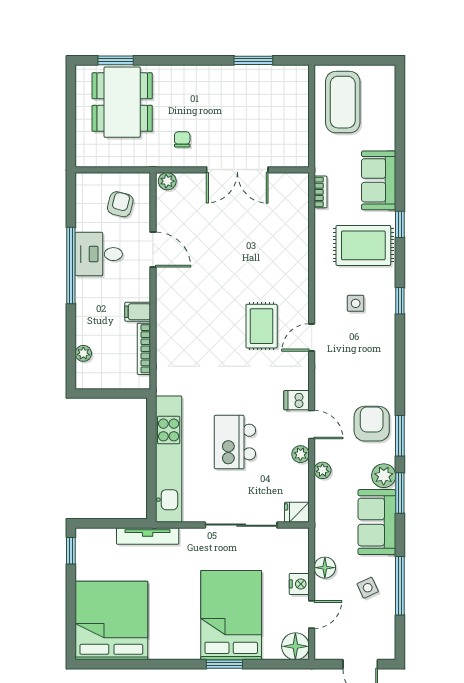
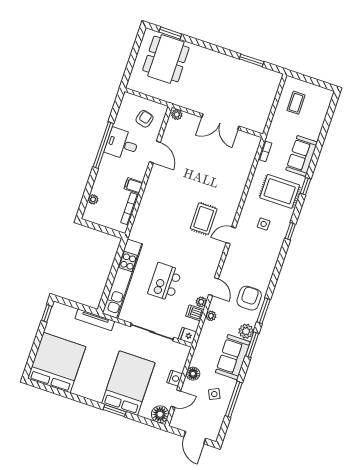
coffee table: (343, 102) -> (296, 103), width x0.54, depth x0.58
chair: (182, 139) -> (194, 93), removed
dishwasher: (296, 400) -> (195, 313), moved

